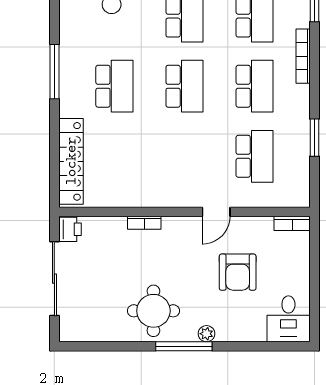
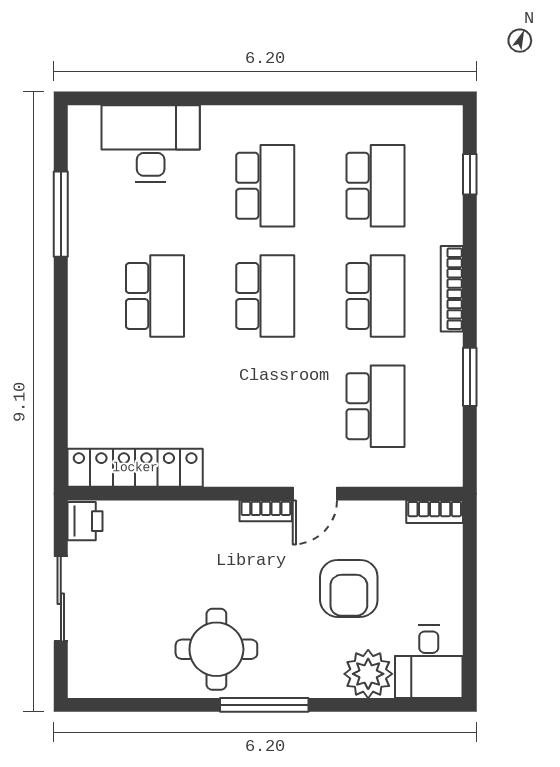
bookcase: (303, 56) -> (452, 289), moved
window: (54, 72) -> (61, 214), moved
locker: (71, 161) -> (135, 468), moved, turned -90
bookcase: (144, 223) -> (266, 511), moved
sliding door: (54, 279) -> (61, 599), width x0.73
plant: (206, 334) -> (368, 674), moved, width x1.88, depth x1.88

